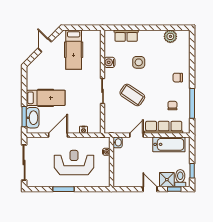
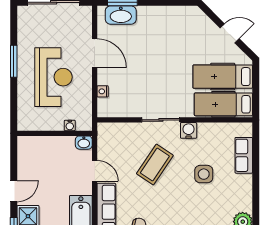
water cooler: (110, 62) -> (189, 130), moved
hospital bed: (46, 98) -> (223, 104), moved, turned 90

